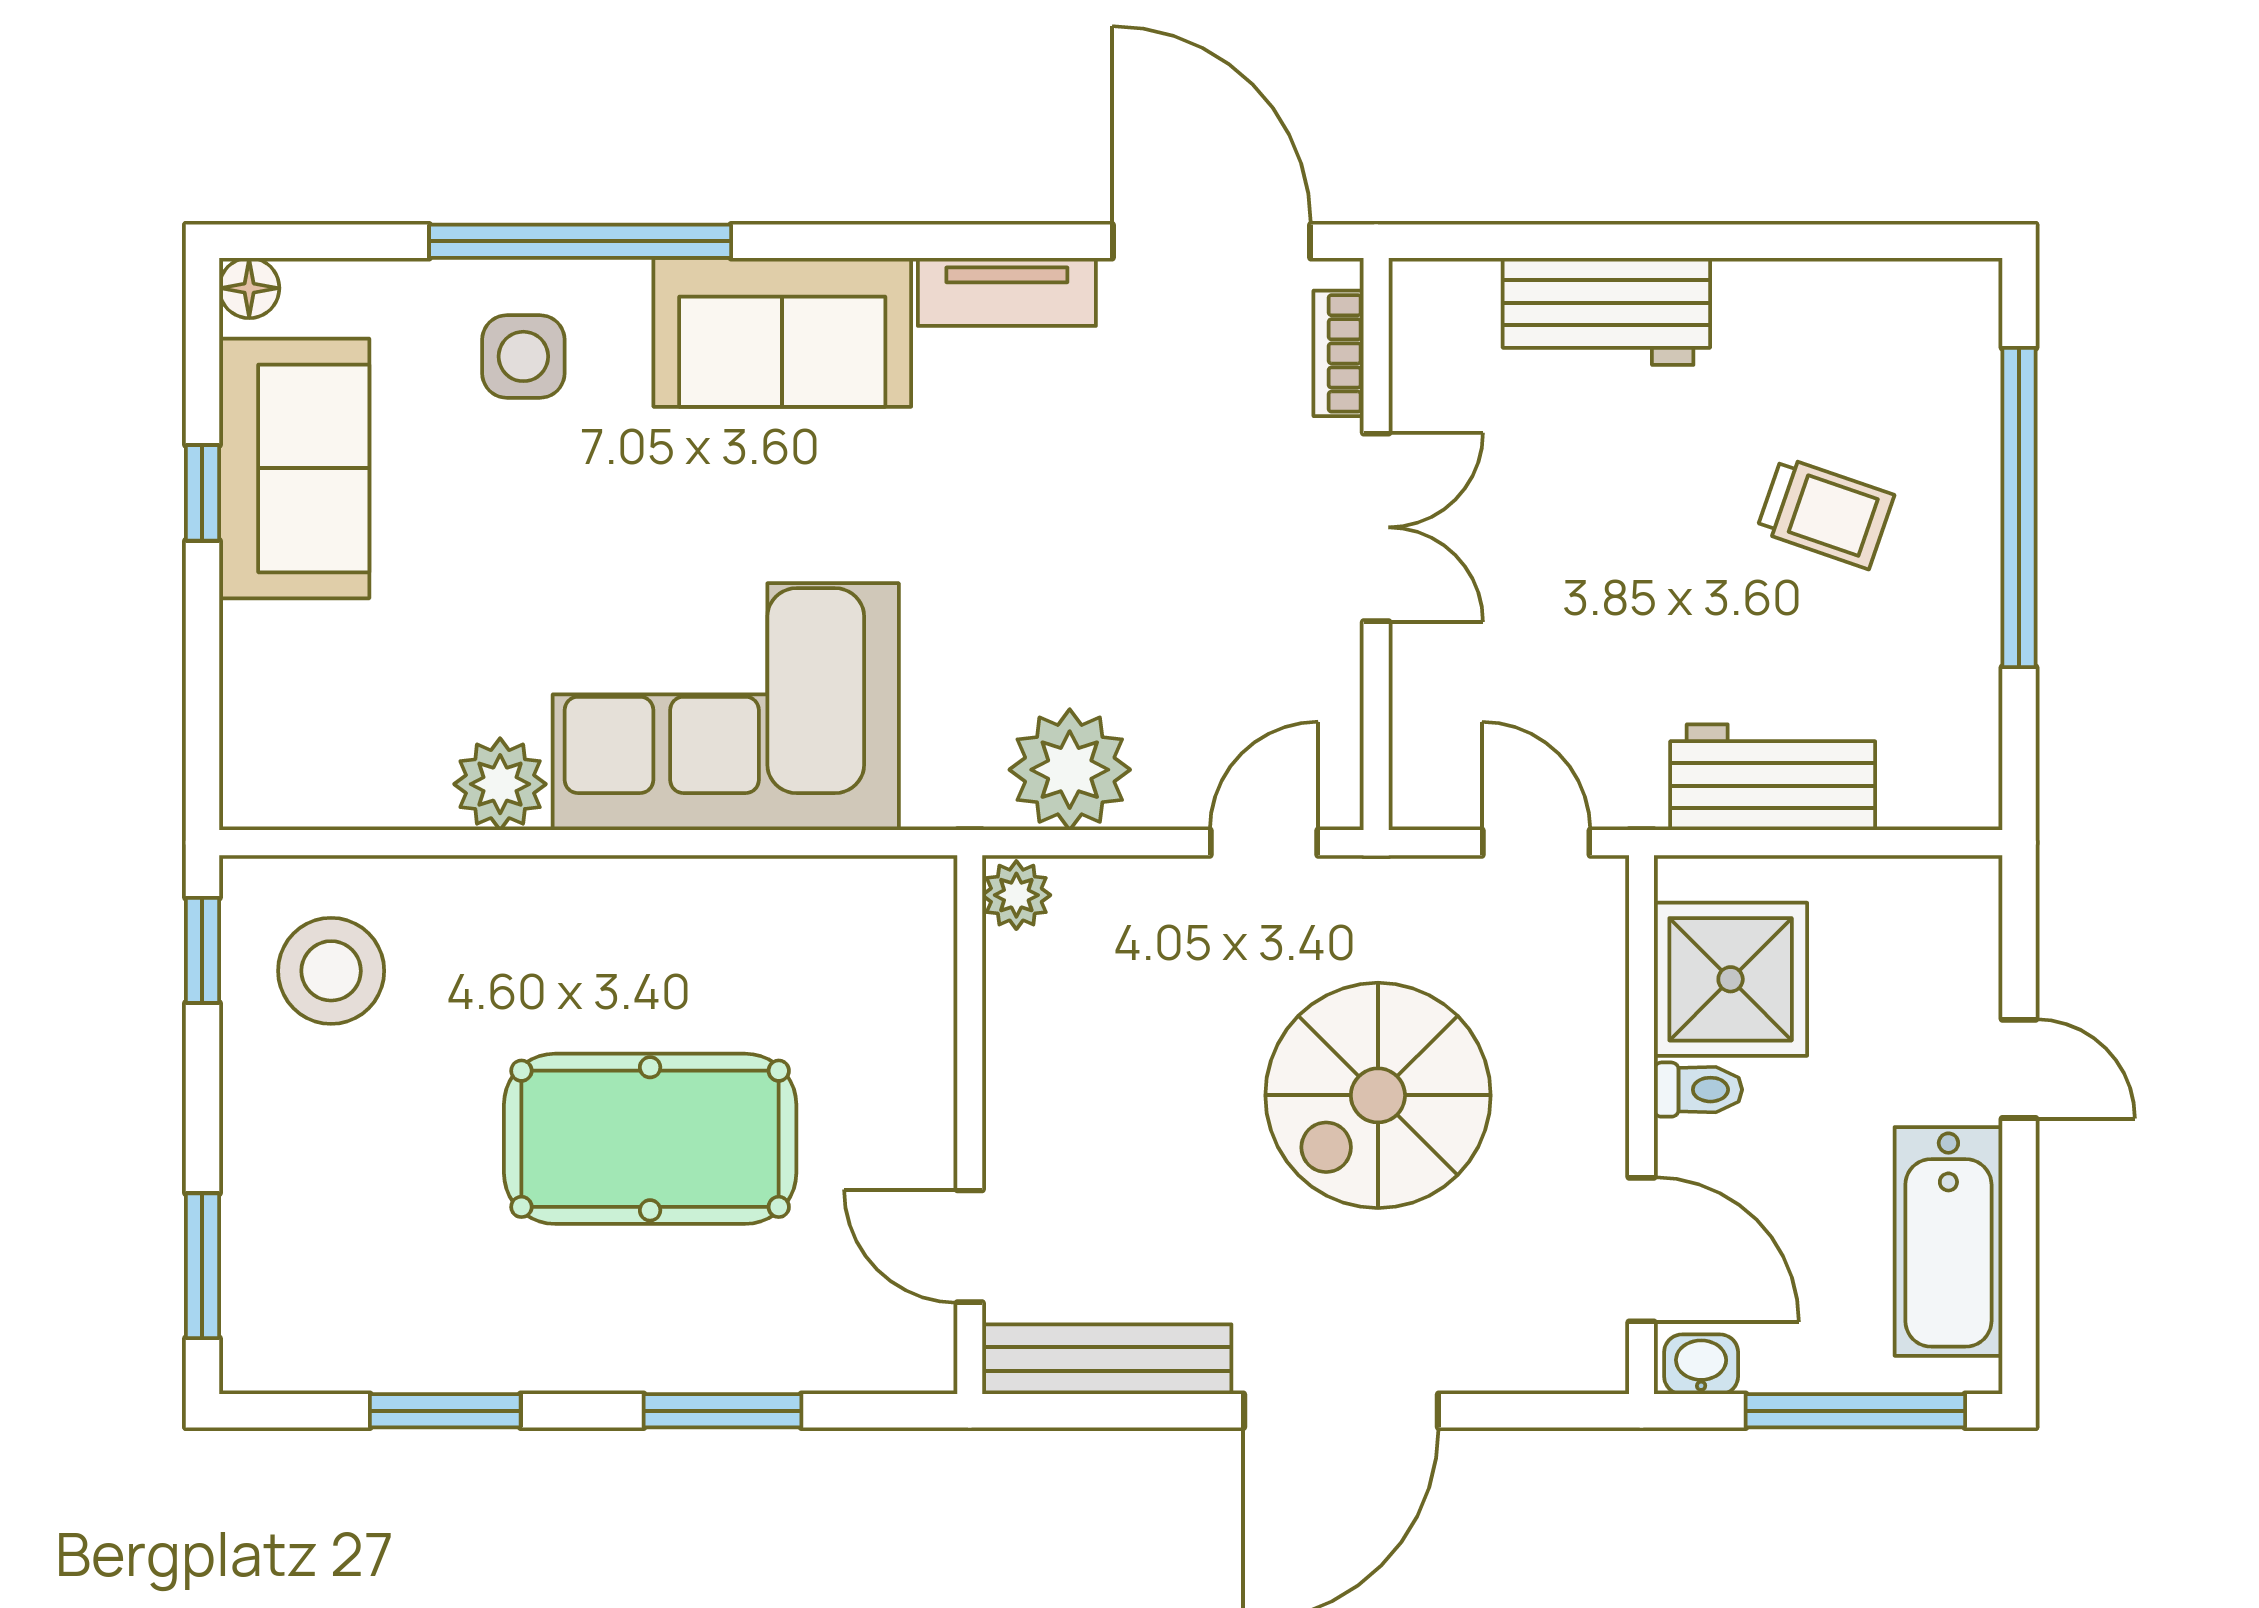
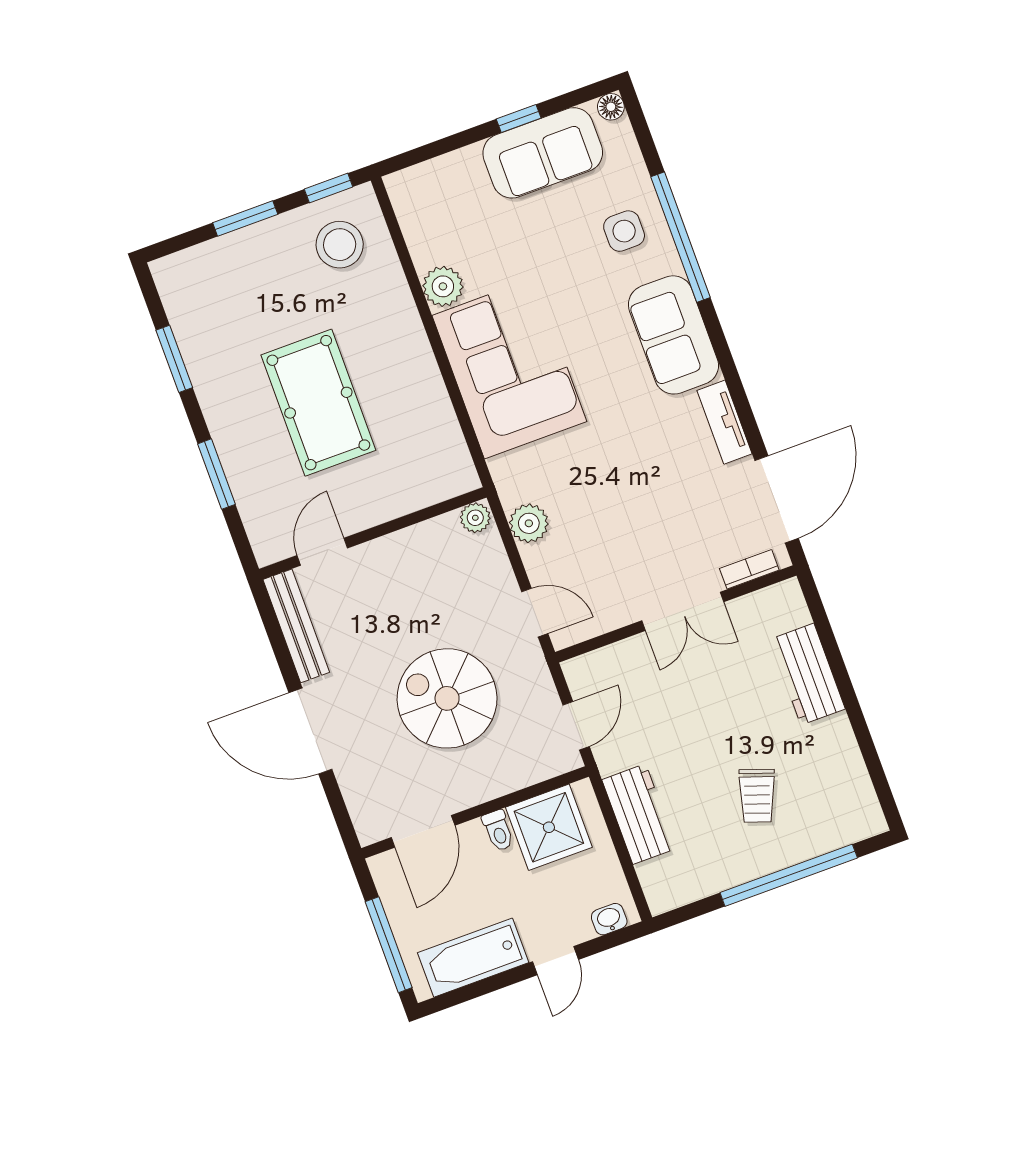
plant: (1070, 770) -> (529, 523), width x0.73, depth x0.73
window: (202, 1266) -> (245, 219), moved
washbasin: (1701, 1364) -> (609, 919), moved, turned -90

